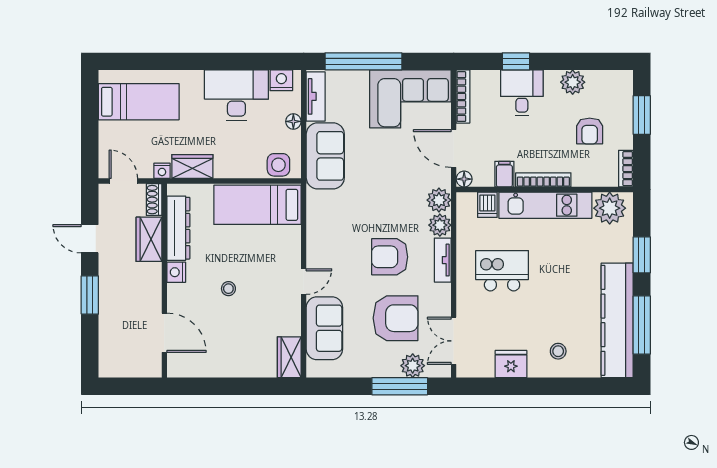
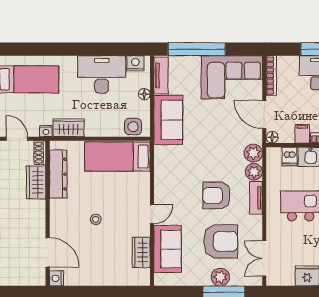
nightstand: (176, 272) -> (57, 278), moved
wardrobe: (289, 357) -> (141, 252), moved
plant: (413, 366) -> (220, 277), moved

